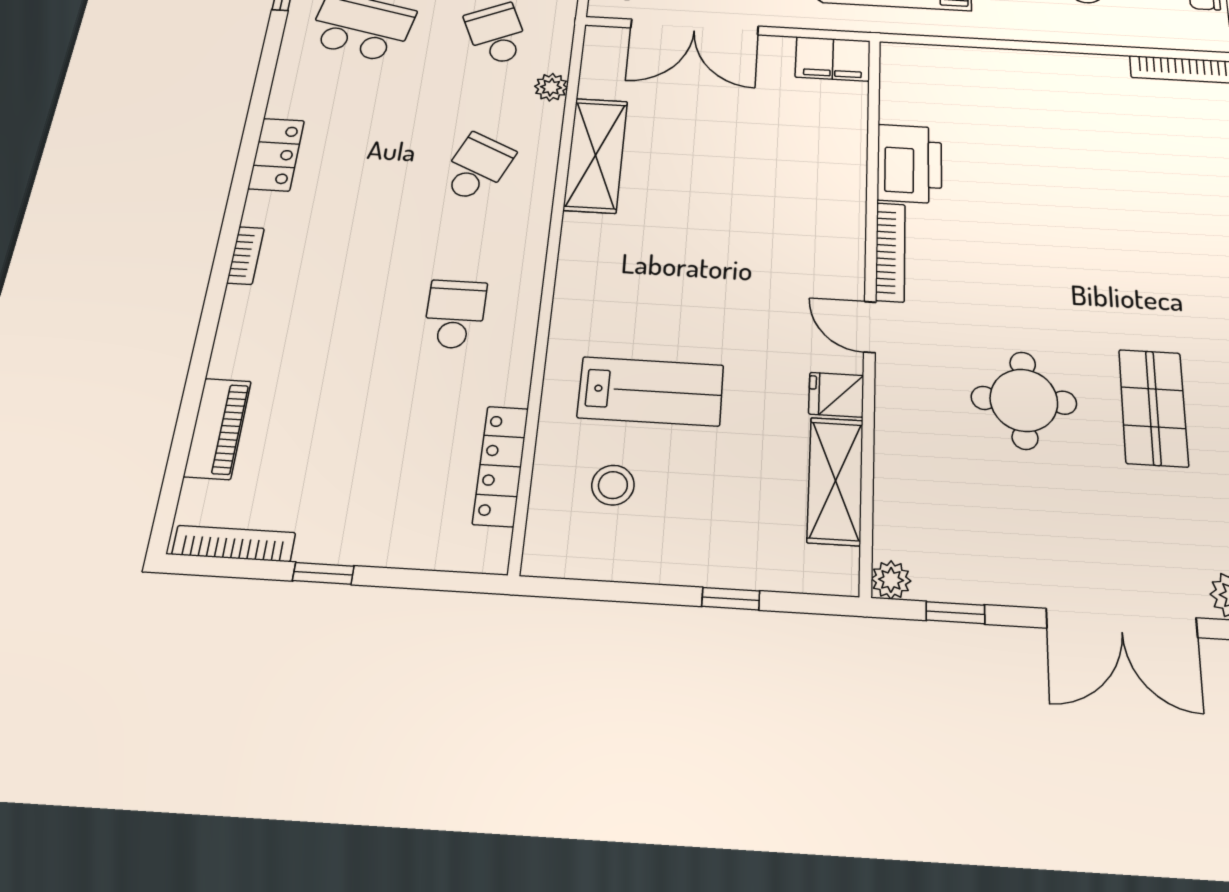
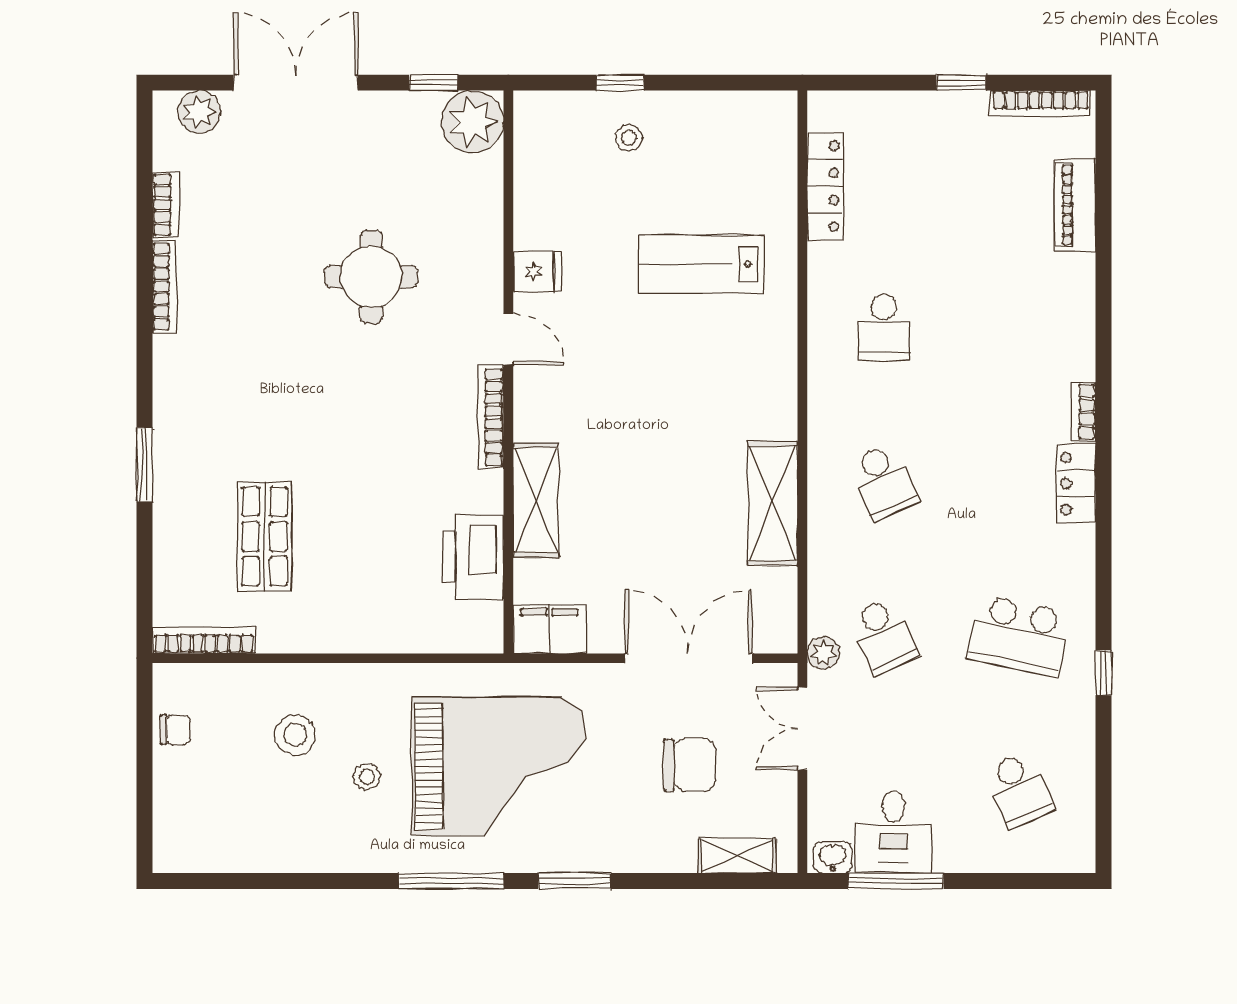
plant: (551, 87) -> (823, 653), moved
printer: (909, 164) -> (473, 557), moved
school desk: (477, 168) -> (884, 482), turned -48
bookcase: (245, 256) -> (1084, 412), moved
shop shelf: (1153, 408) -> (265, 536), moved
shelving: (835, 481) -> (536, 500), moved
stool: (613, 485) -> (629, 138), moved, width x0.73, depth x0.73
plant: (891, 580) -> (473, 122), width x1.88, depth x1.88

